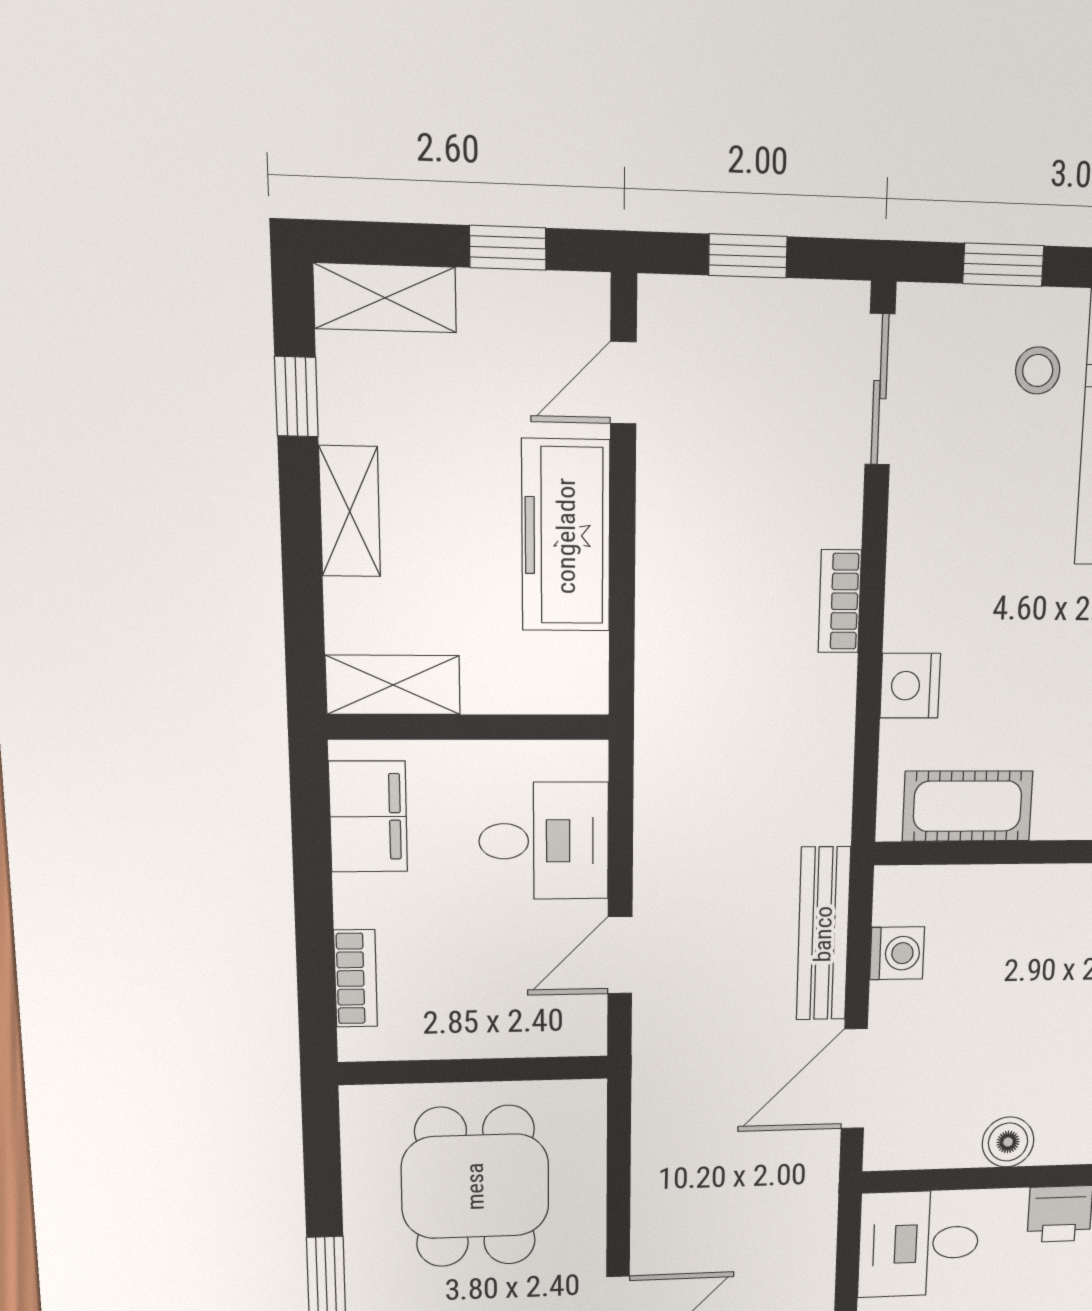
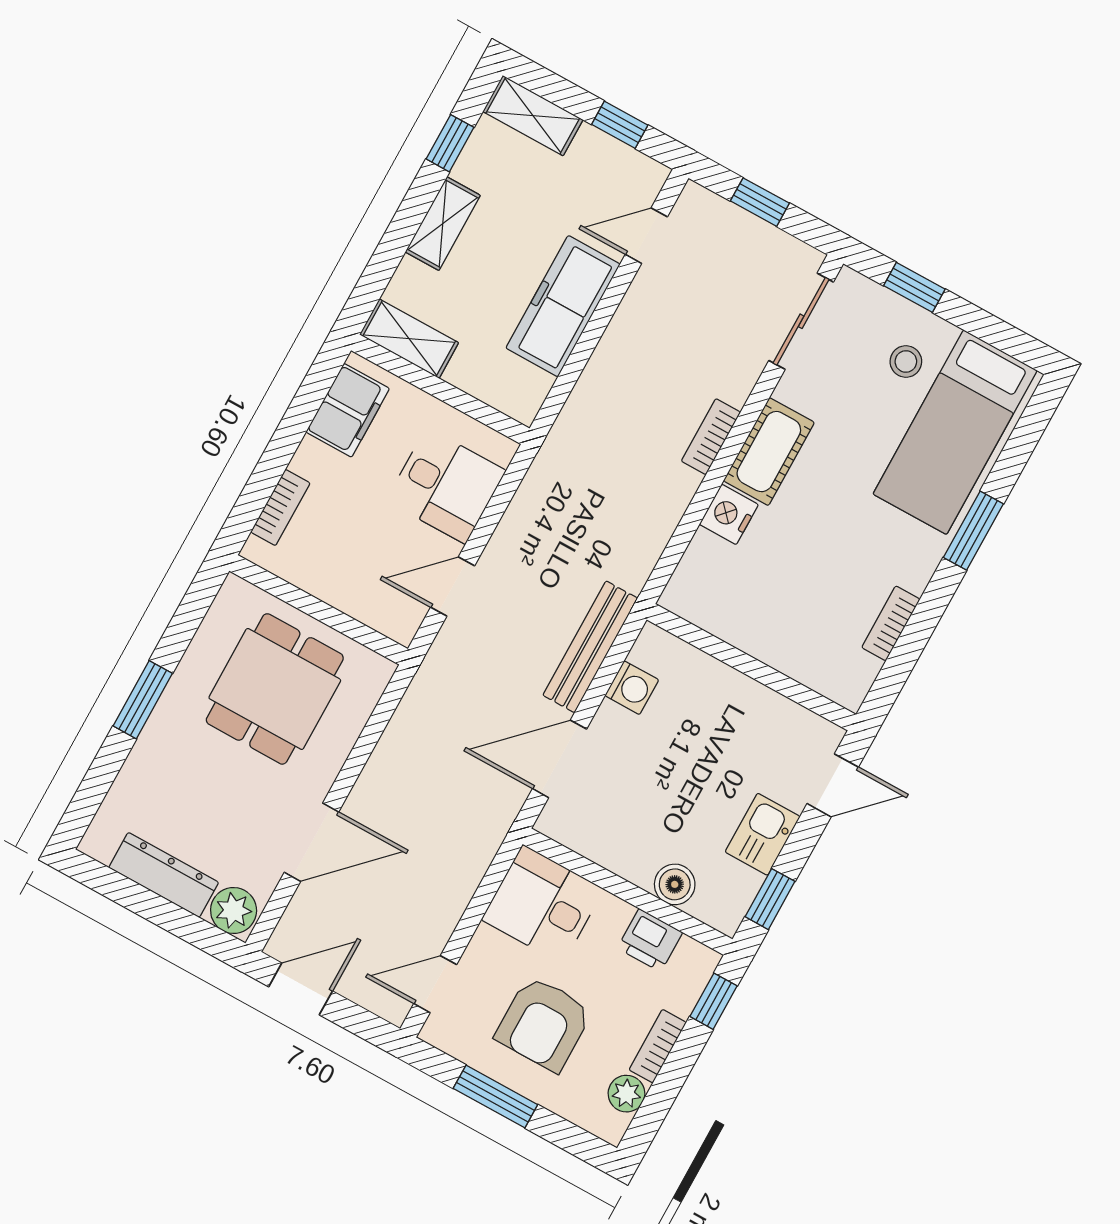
cot: (968, 806) -> (769, 452), moved, turned 90
boiler: (1008, 1142) -> (675, 884), moved

